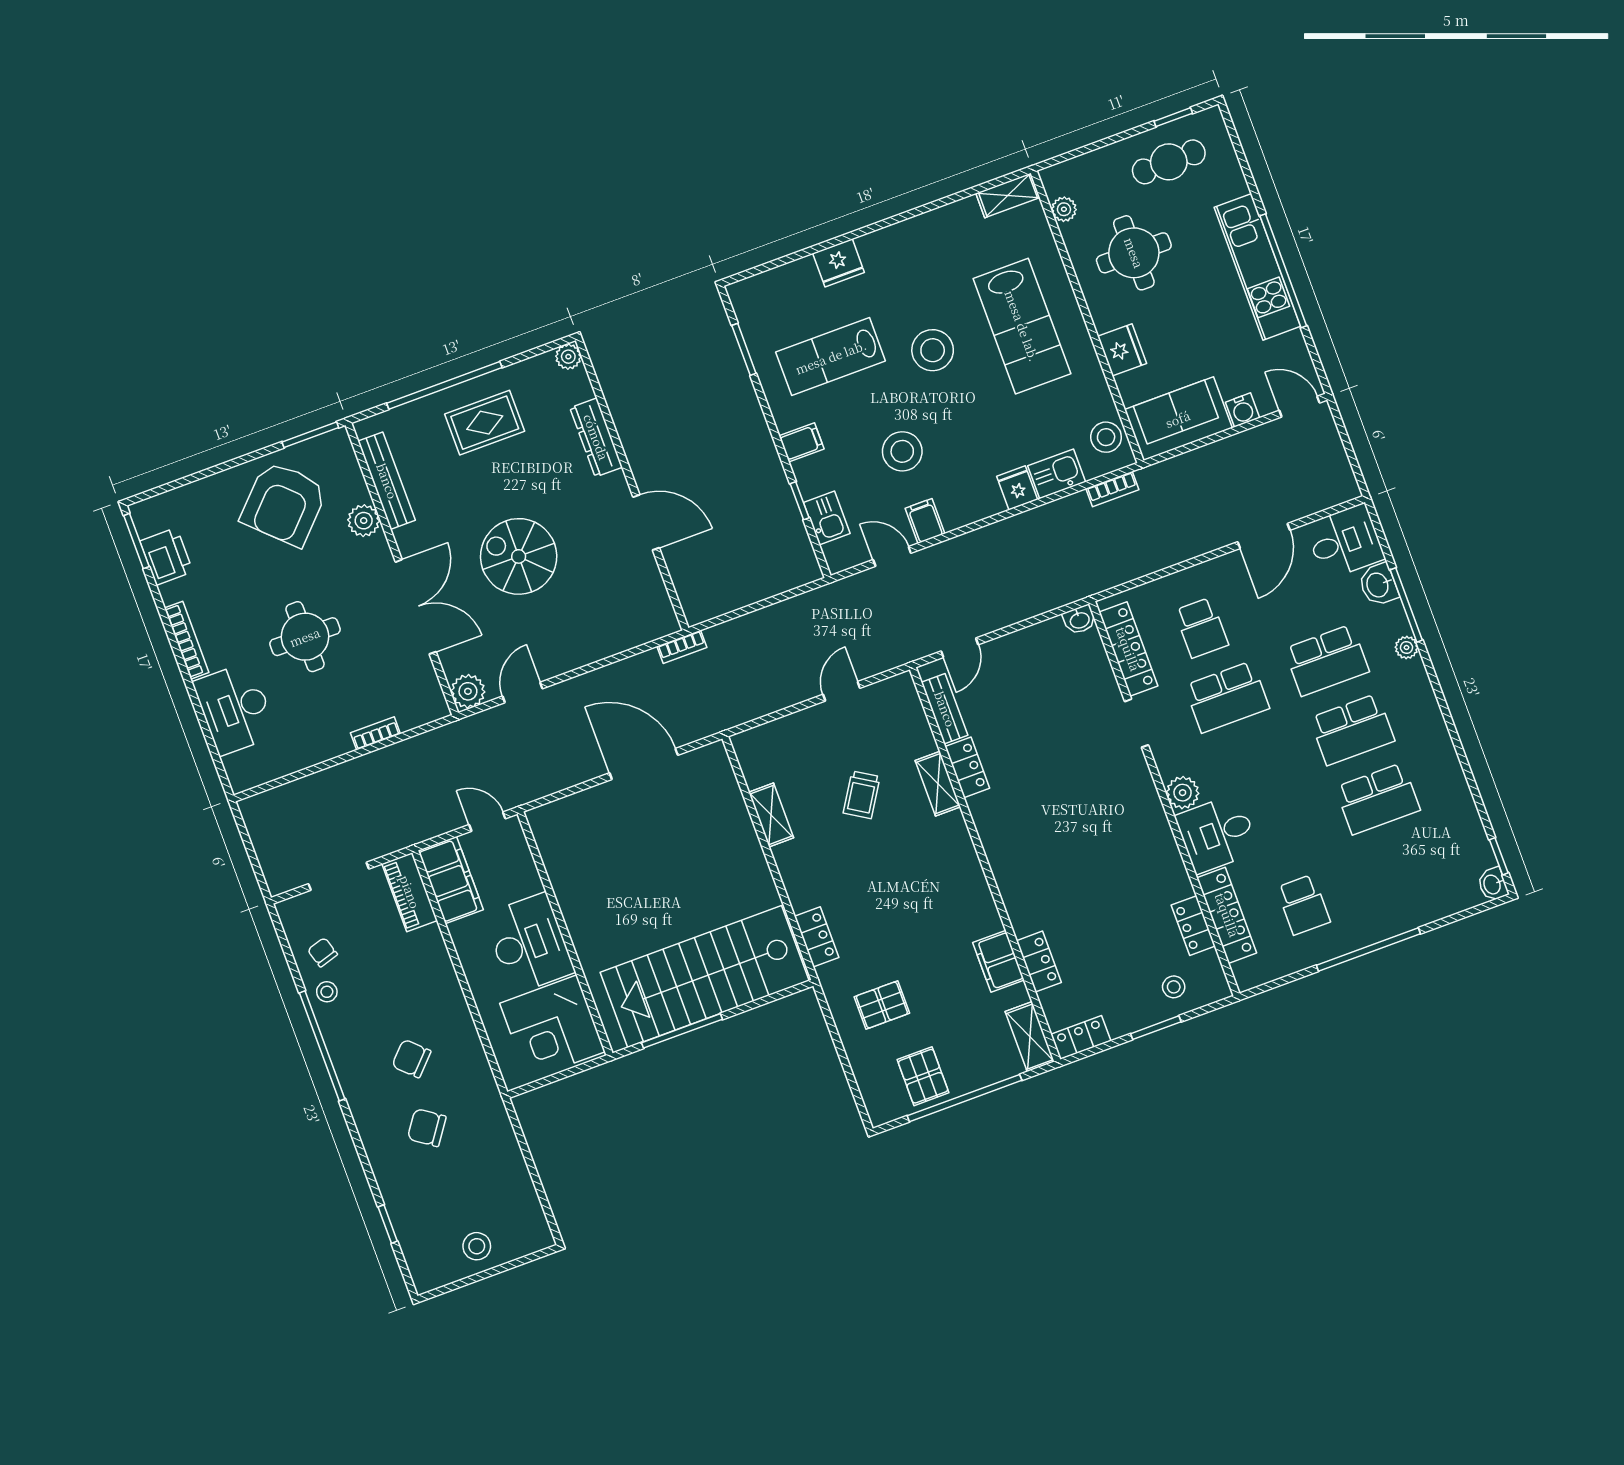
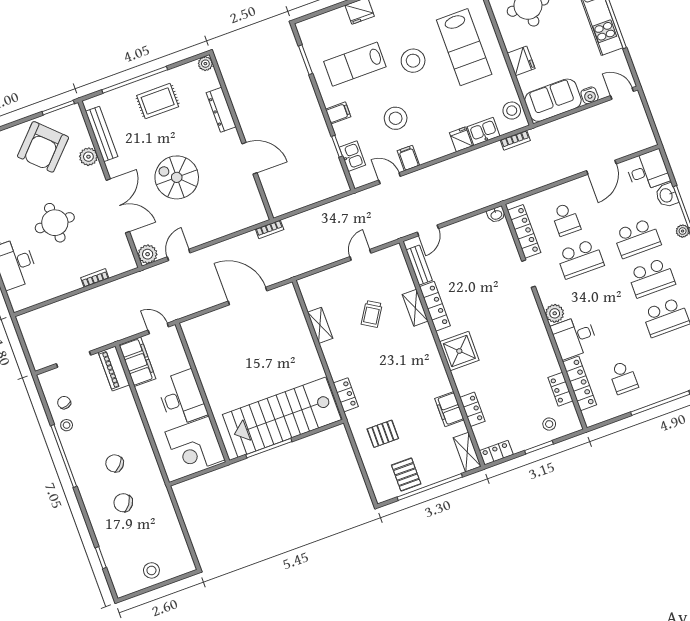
locker: (967, 767) -> (435, 306), width x1.53
shower: (1016, 859) -> (459, 351), added

